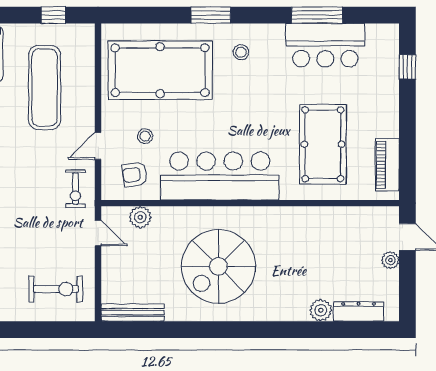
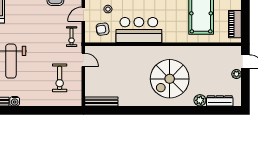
bar counter: (220, 176) -> (139, 30), width x0.73
plant: (140, 217) -> (105, 52), removed
spiral stairs: (218, 266) -> (170, 79), moved
exercise bike: (56, 289) -> (60, 78), moved, turned 90

